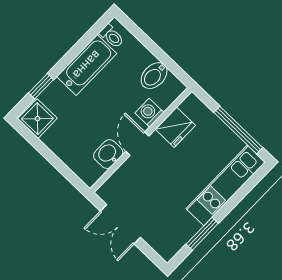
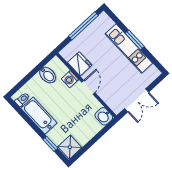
door: (137, 144) -> (88, 87), swing flipped
washbasin: (108, 154) -> (104, 116), moved
kitchen unit: (226, 185) -> (129, 48), moved
window: (202, 234) -> (135, 40), moved

